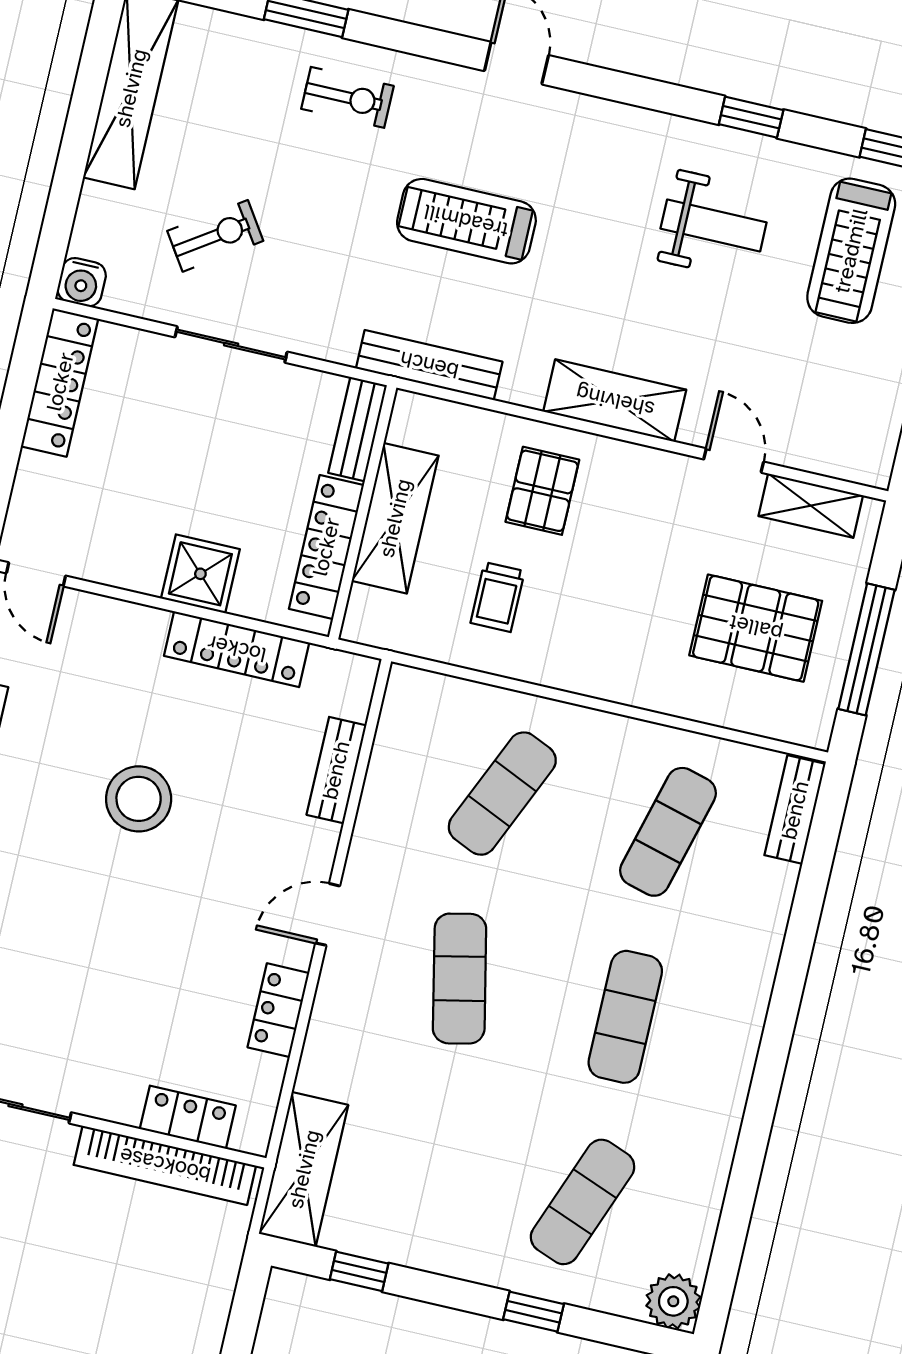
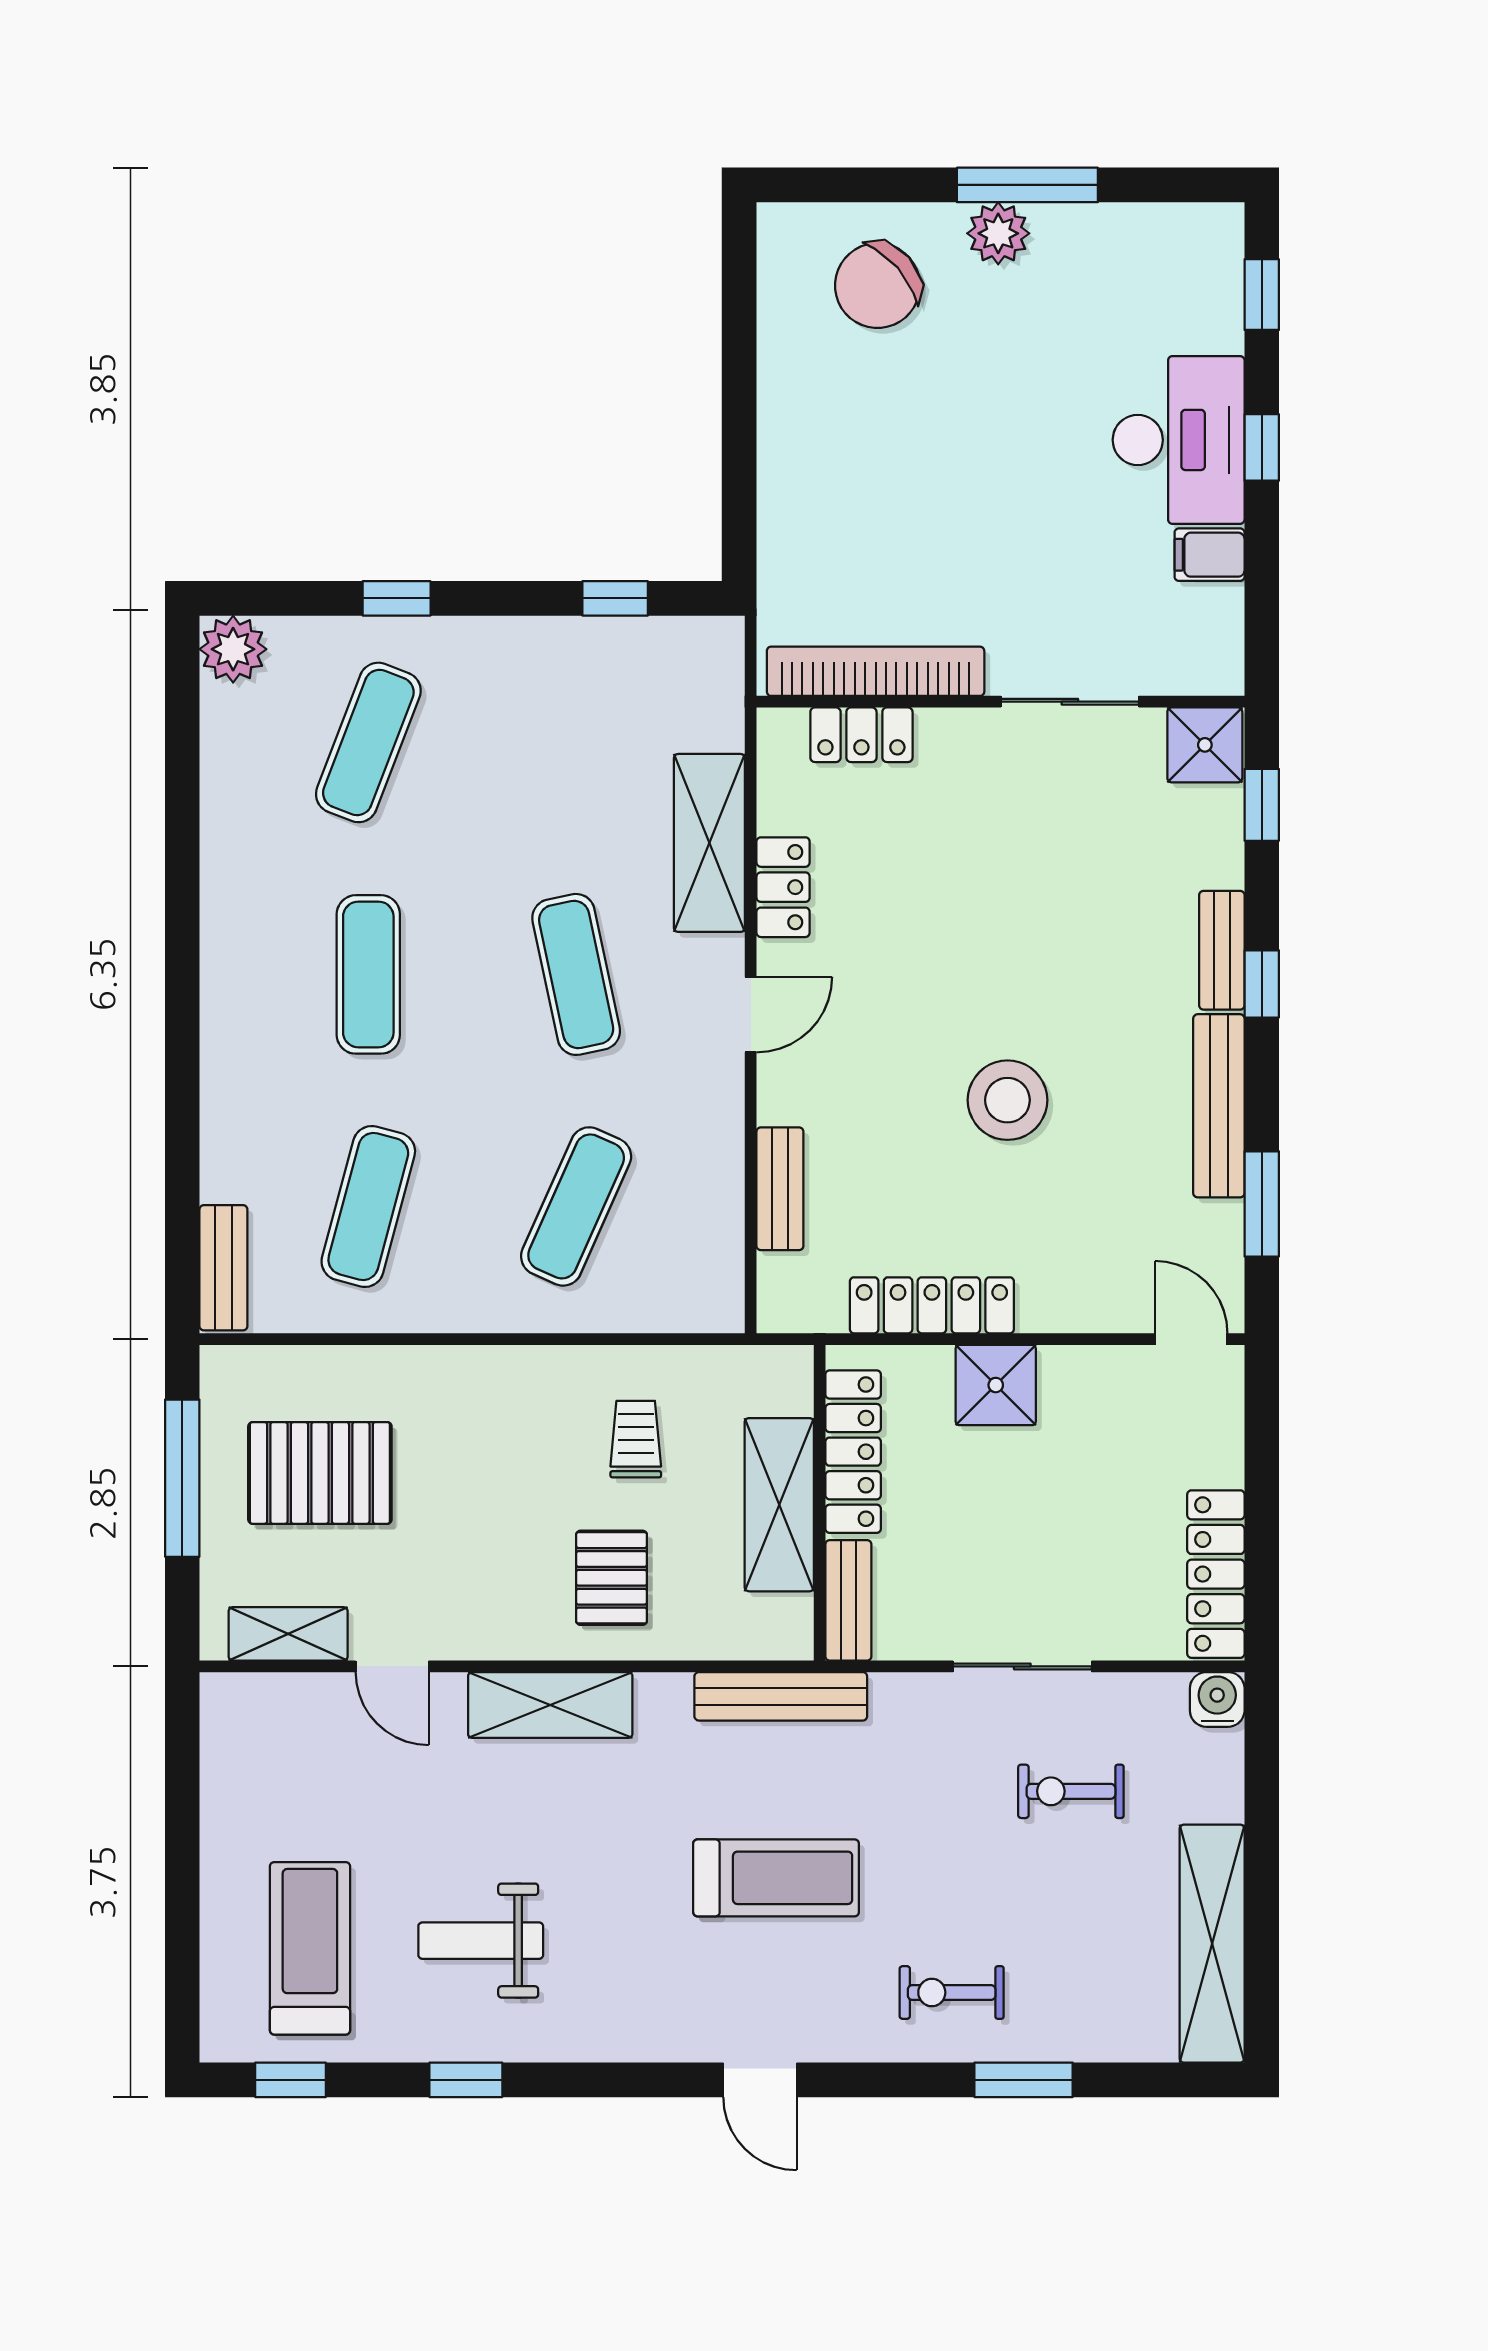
exercise bike: (215, 236) -> (1071, 1791), turned 34
shelving: (304, 1169) -> (709, 843), moved

